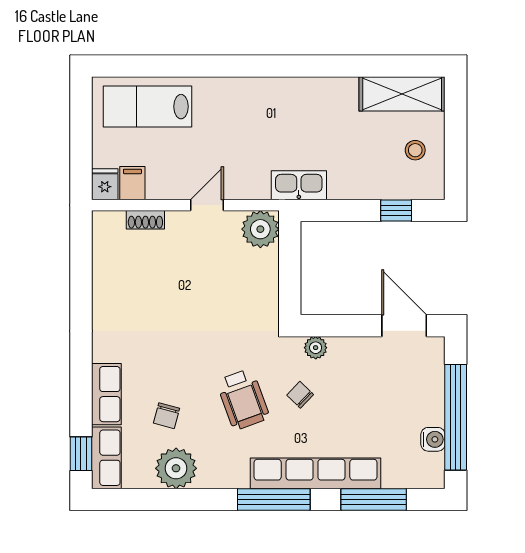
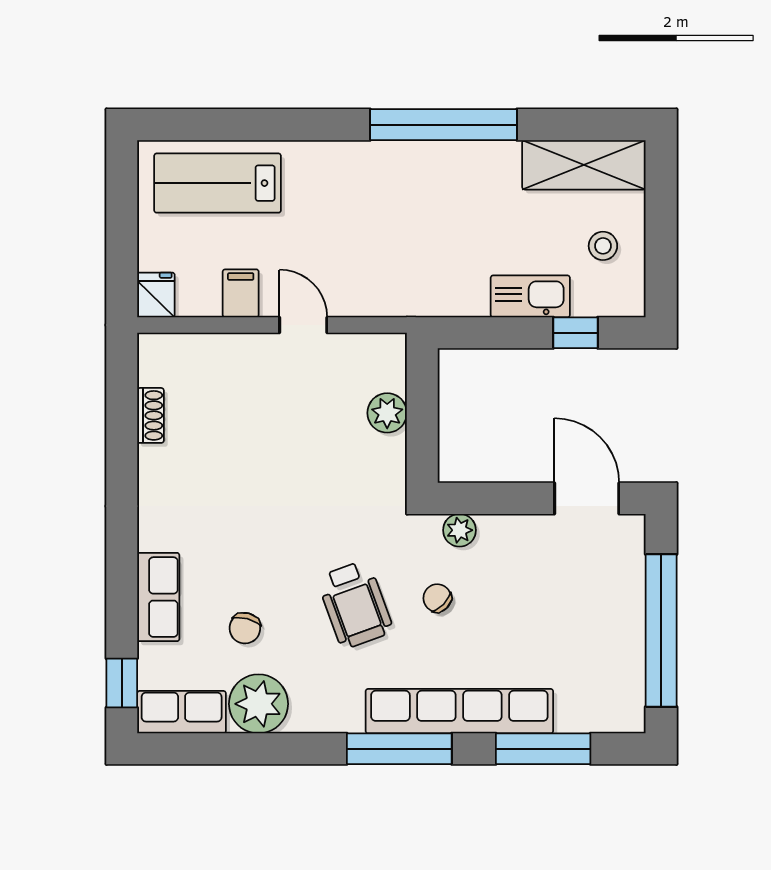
window: (304, 66) -> (443, 125), added
filing cabinet: (132, 183) -> (241, 293), moved
kitchen sink: (299, 185) -> (530, 296), moved
door: (207, 205) -> (303, 325), hinge flipped
shoe rack: (145, 220) -> (151, 415), moved, turned -90
plant: (260, 229) -> (387, 413), moved, width x0.73, depth x0.73
water cooler: (433, 439) -> (629, 662), removed
row of seats: (106, 458) -> (182, 712), moved, turned -90

